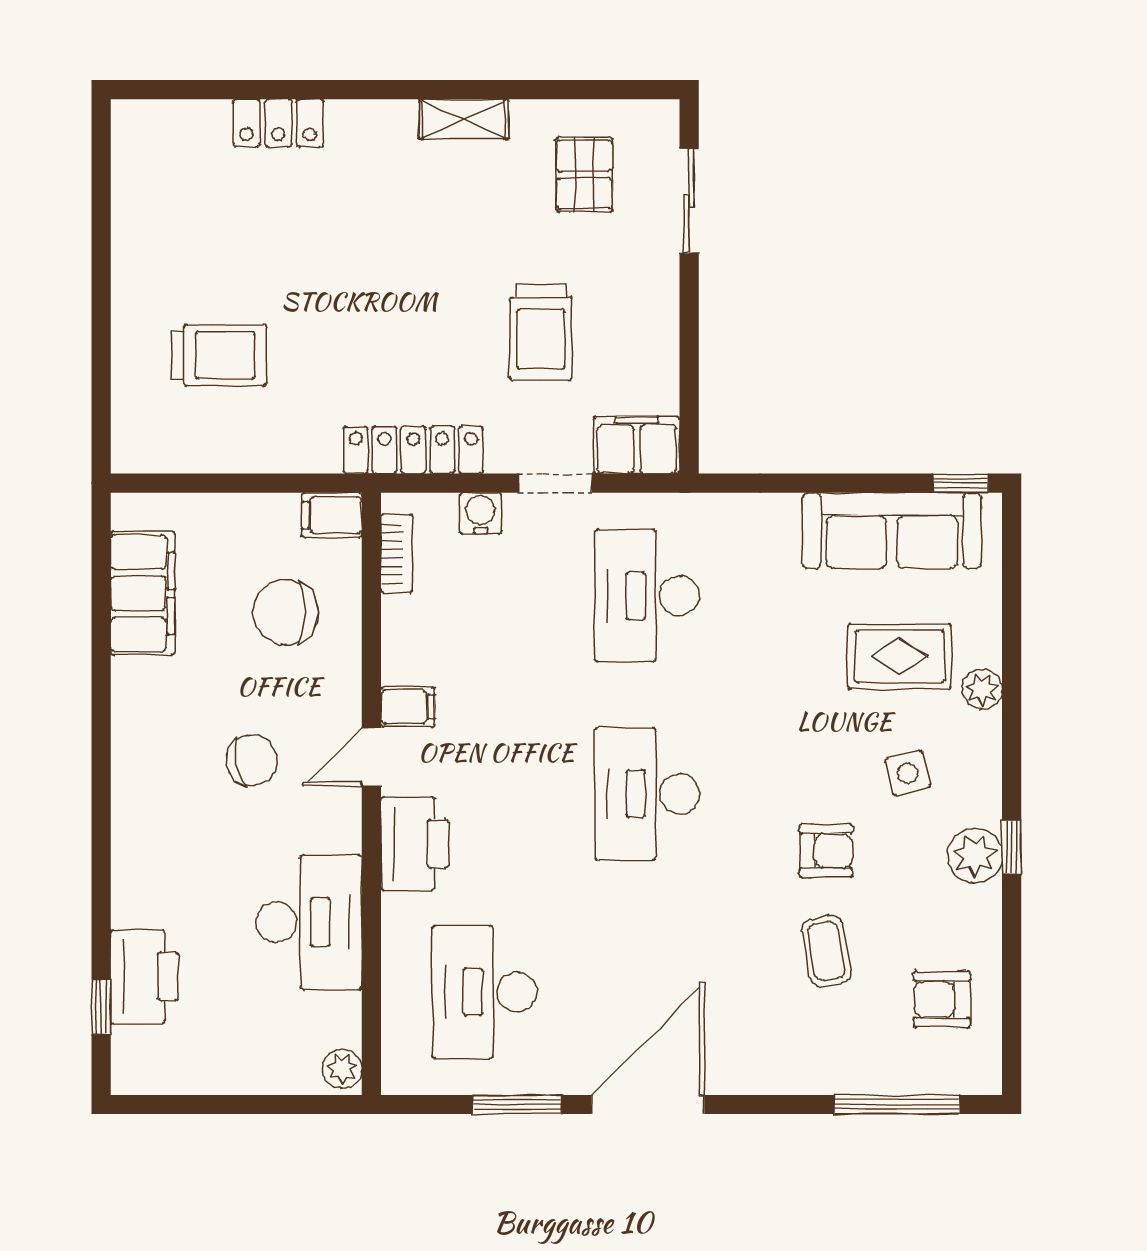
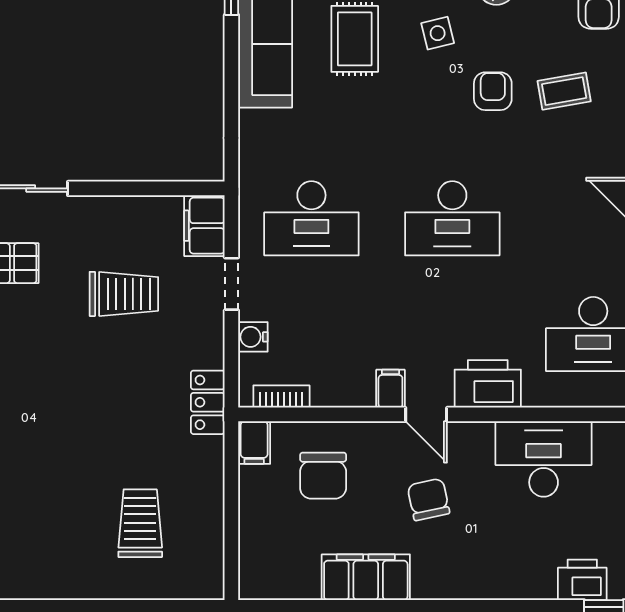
locker: (413, 450) -> (208, 402), width x0.66
filing cabinet: (143, 593) -> (366, 577), moved
printer: (144, 977) -> (582, 580), width x0.73, depth x0.84

